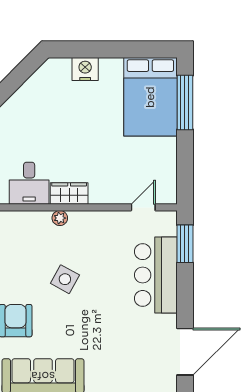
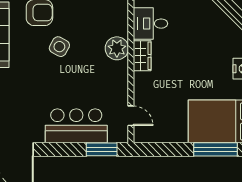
plant: (60, 218) -> (117, 48), width x1.88, depth x1.88
side table: (65, 279) -> (59, 47), moved

